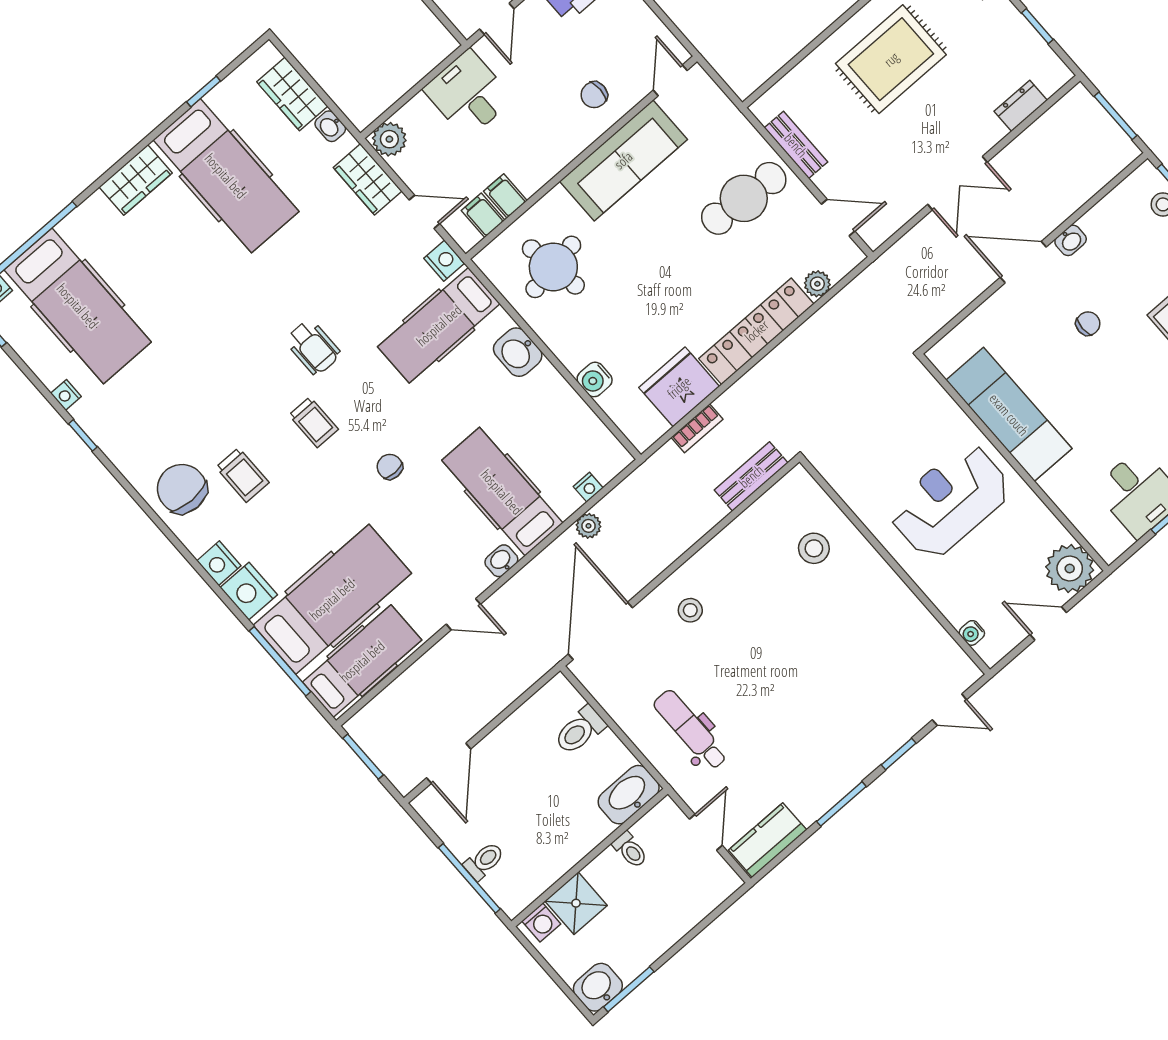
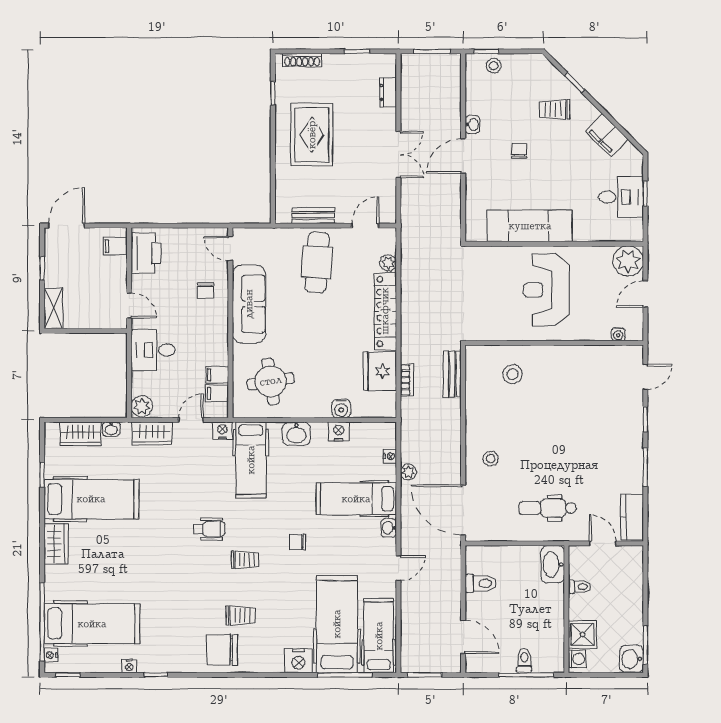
nightstand: (219, 563) -> (339, 431), moved, turned 180
toilet: (580, 730) -> (481, 583), moved, turned -90

